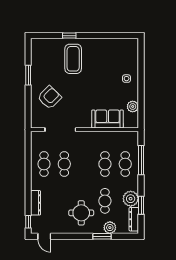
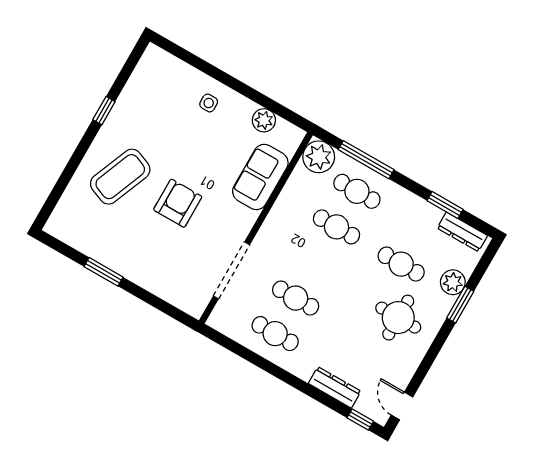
window: (69, 36) -> (104, 111), moved
coffee table: (73, 59) -> (120, 177), turned -68
armchair: (49, 97) -> (178, 203), moved, turned 45
plant: (131, 199) -> (319, 157), moved
door: (44, 236) -> (402, 406), swing flipped

